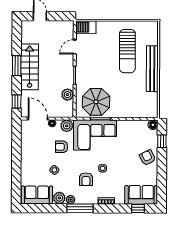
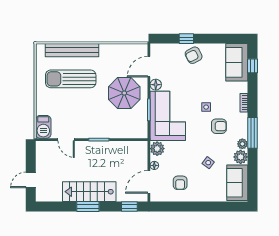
sun lounger: (127, 51) -> (71, 79), turned 180
bench: (152, 69) -> (72, 50), moved
plant: (68, 95) -> (121, 148), removed
parasol: (96, 102) -> (124, 93), moved
door: (138, 119) -> (149, 67), added
floor lamp: (153, 125) -> (156, 85), moved
window: (162, 141) -> (186, 39), moved
armchair: (62, 147) -> (180, 183), moved

